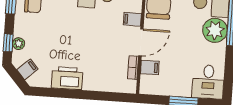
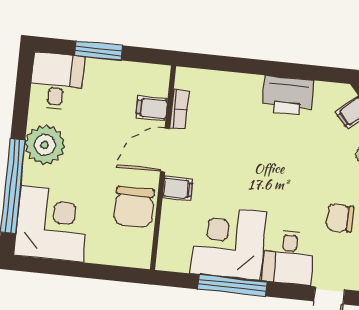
plant: (215, 30) -> (45, 145), moved

